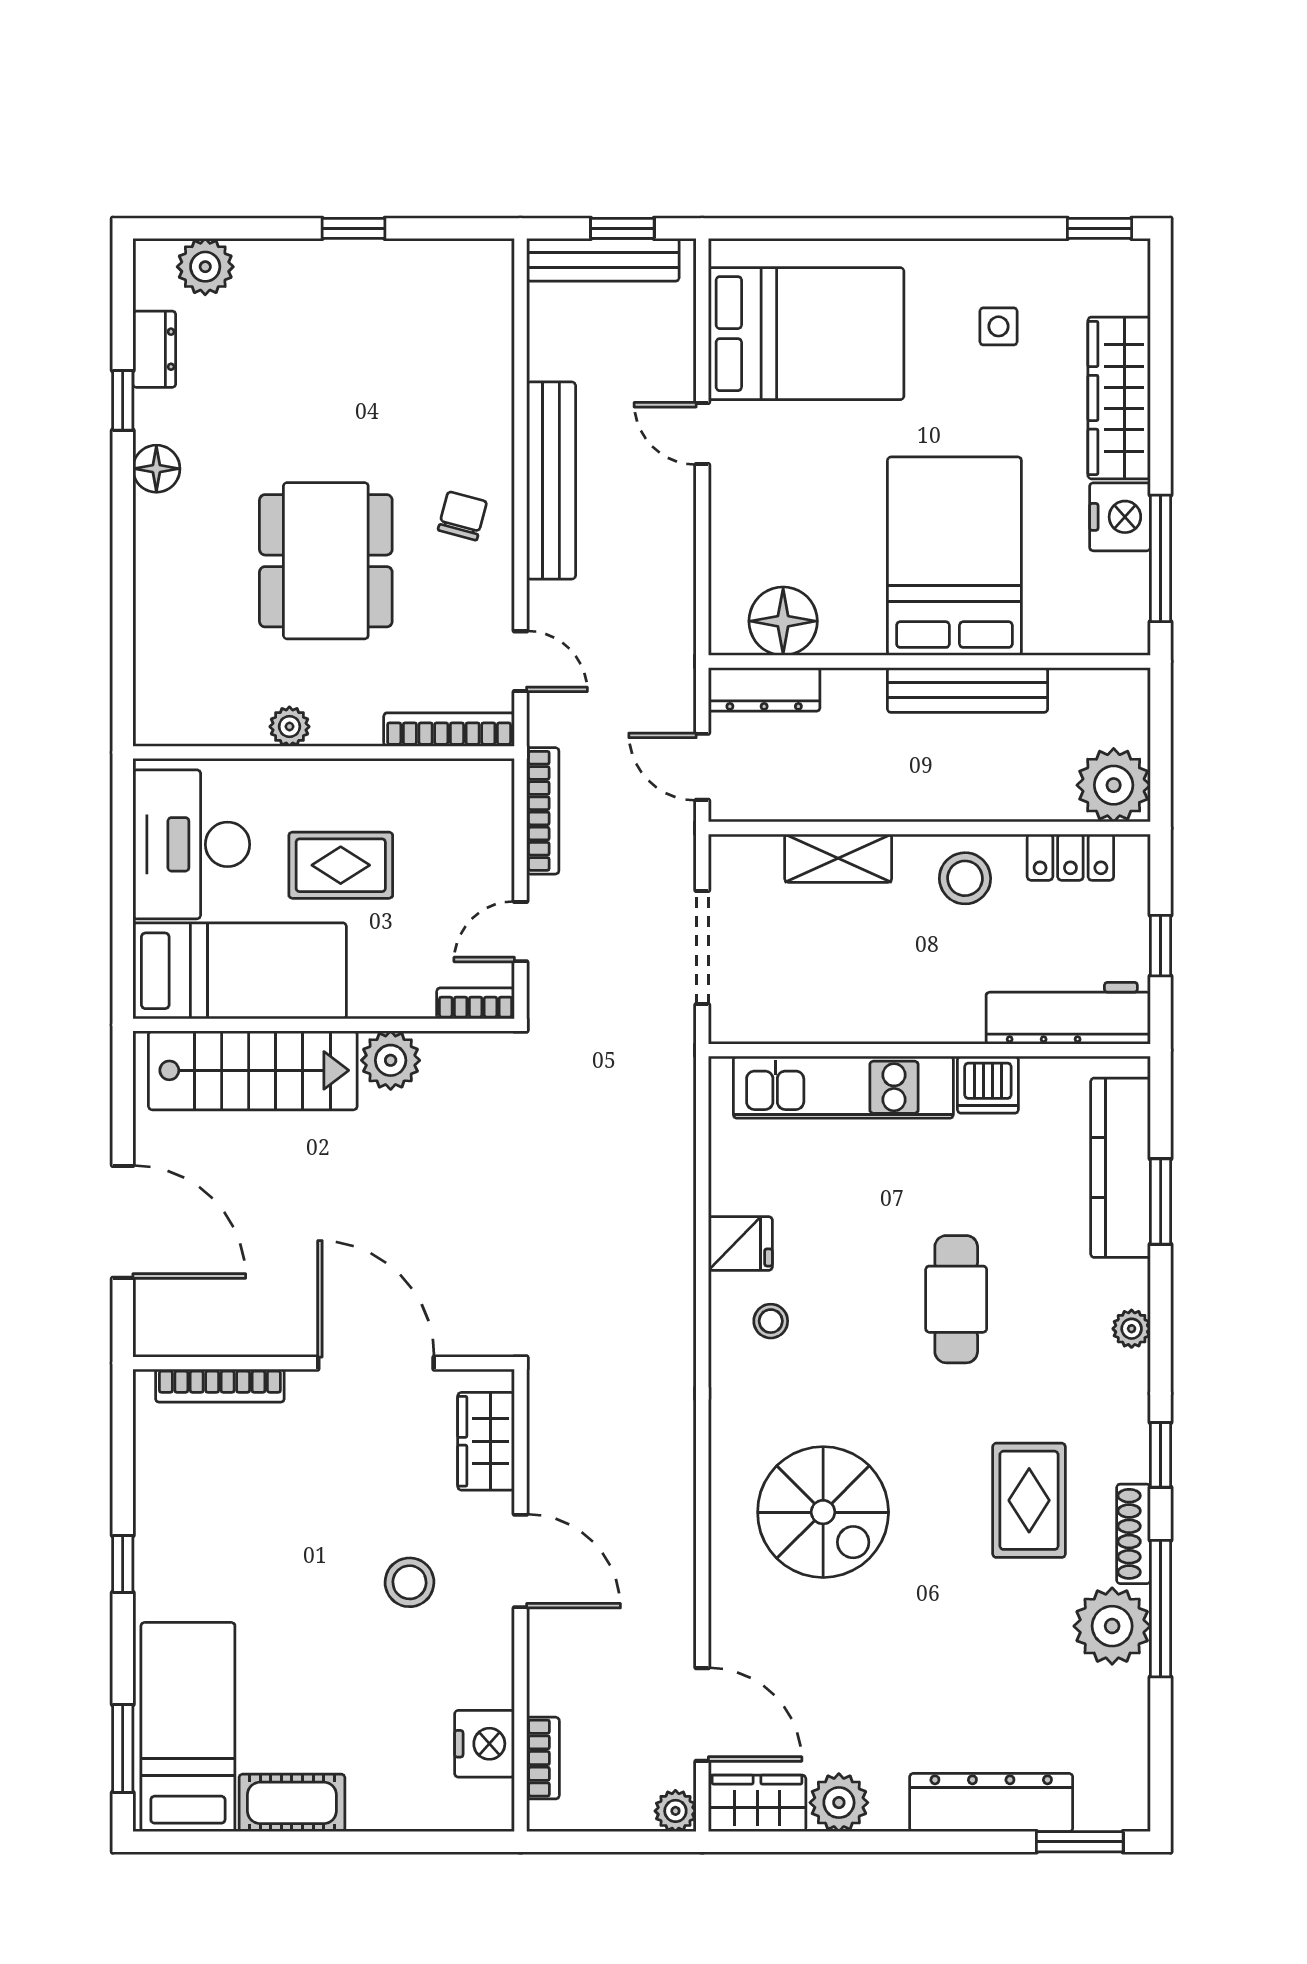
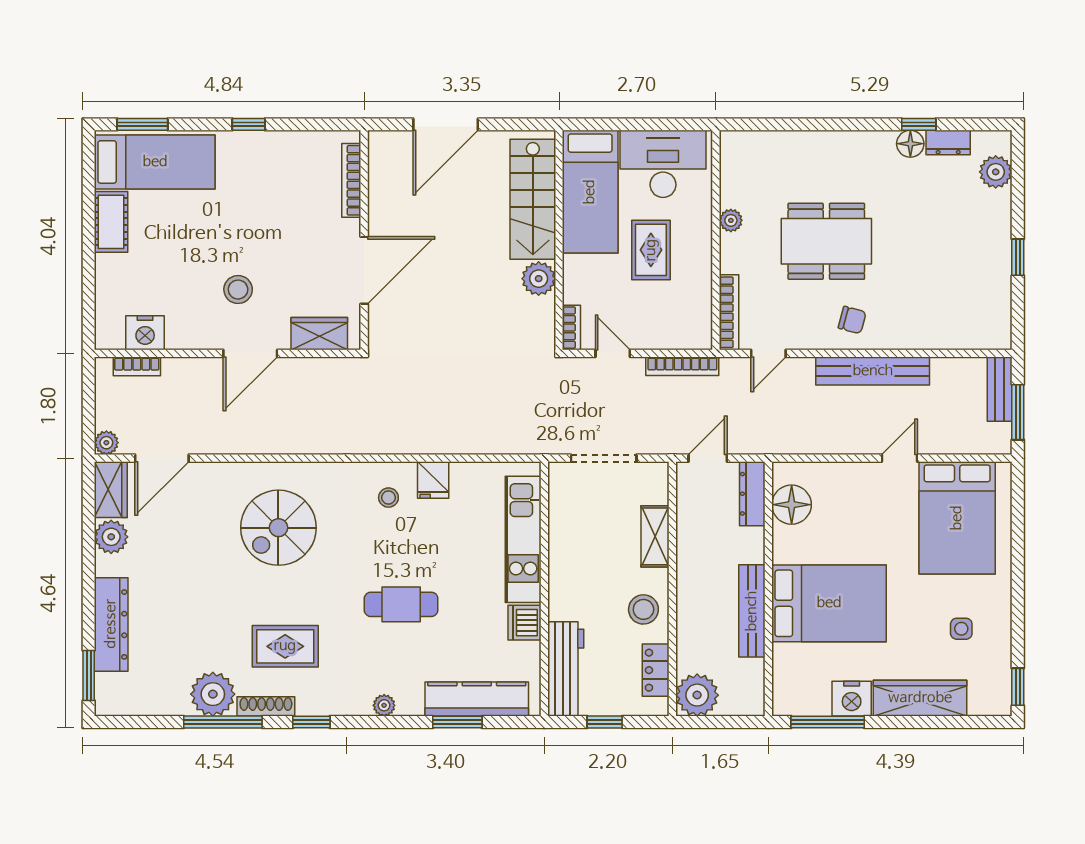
window: (622, 228) -> (1018, 412), width x1.50
bench: (603, 260) -> (1000, 389), width x0.73
floor lamp: (156, 469) -> (910, 144), moved

